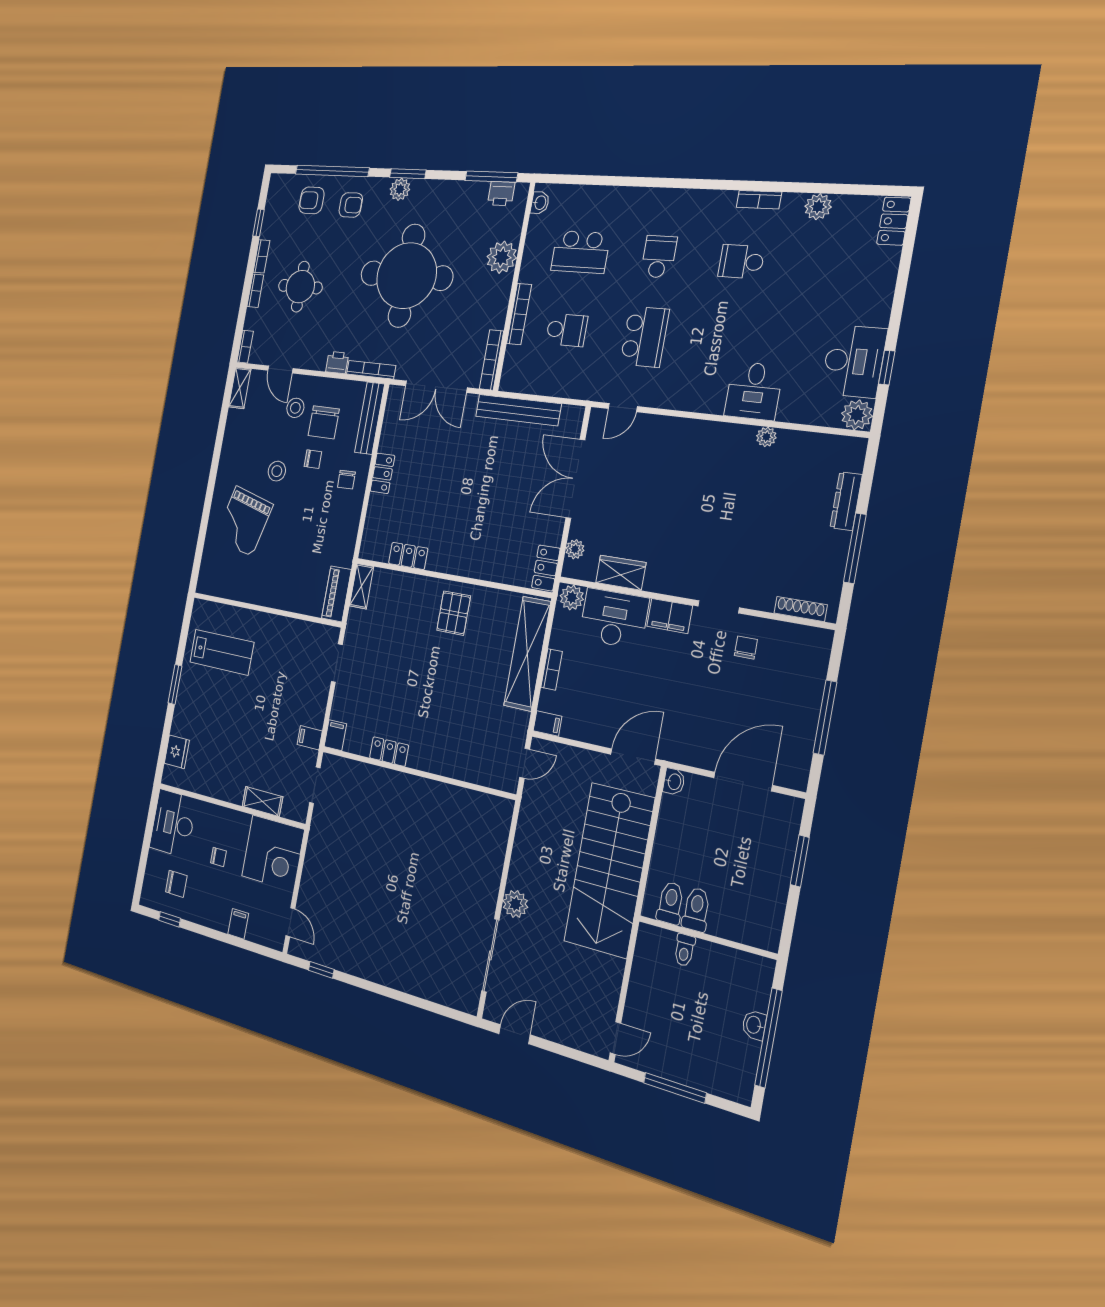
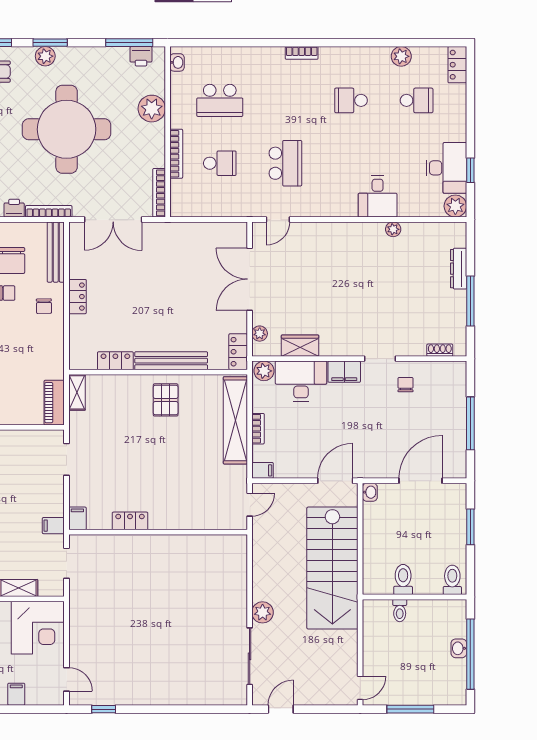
bookcase: (759, 200) -> (302, 53), moved
school desk: (659, 257) -> (417, 100), moved, turned 90
bench: (518, 410) -> (171, 361), moved
shoe rack: (801, 609) -> (440, 350), width x0.70
toilet: (670, 903) -> (452, 580), moved

